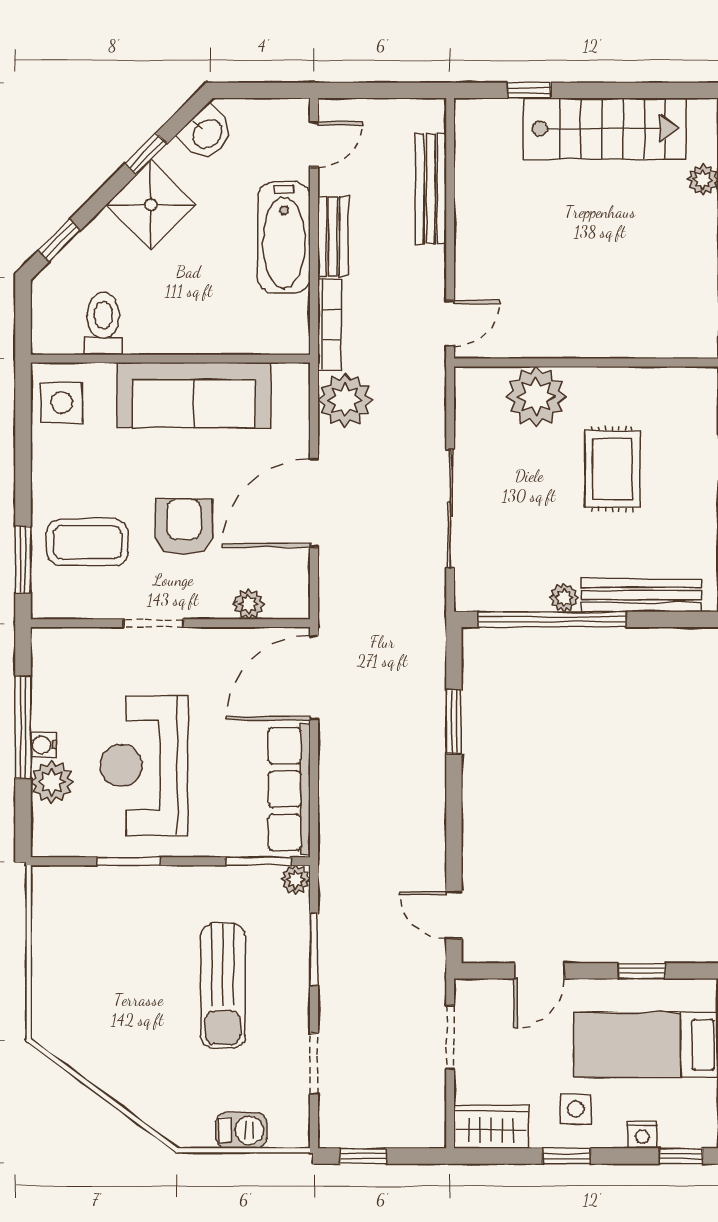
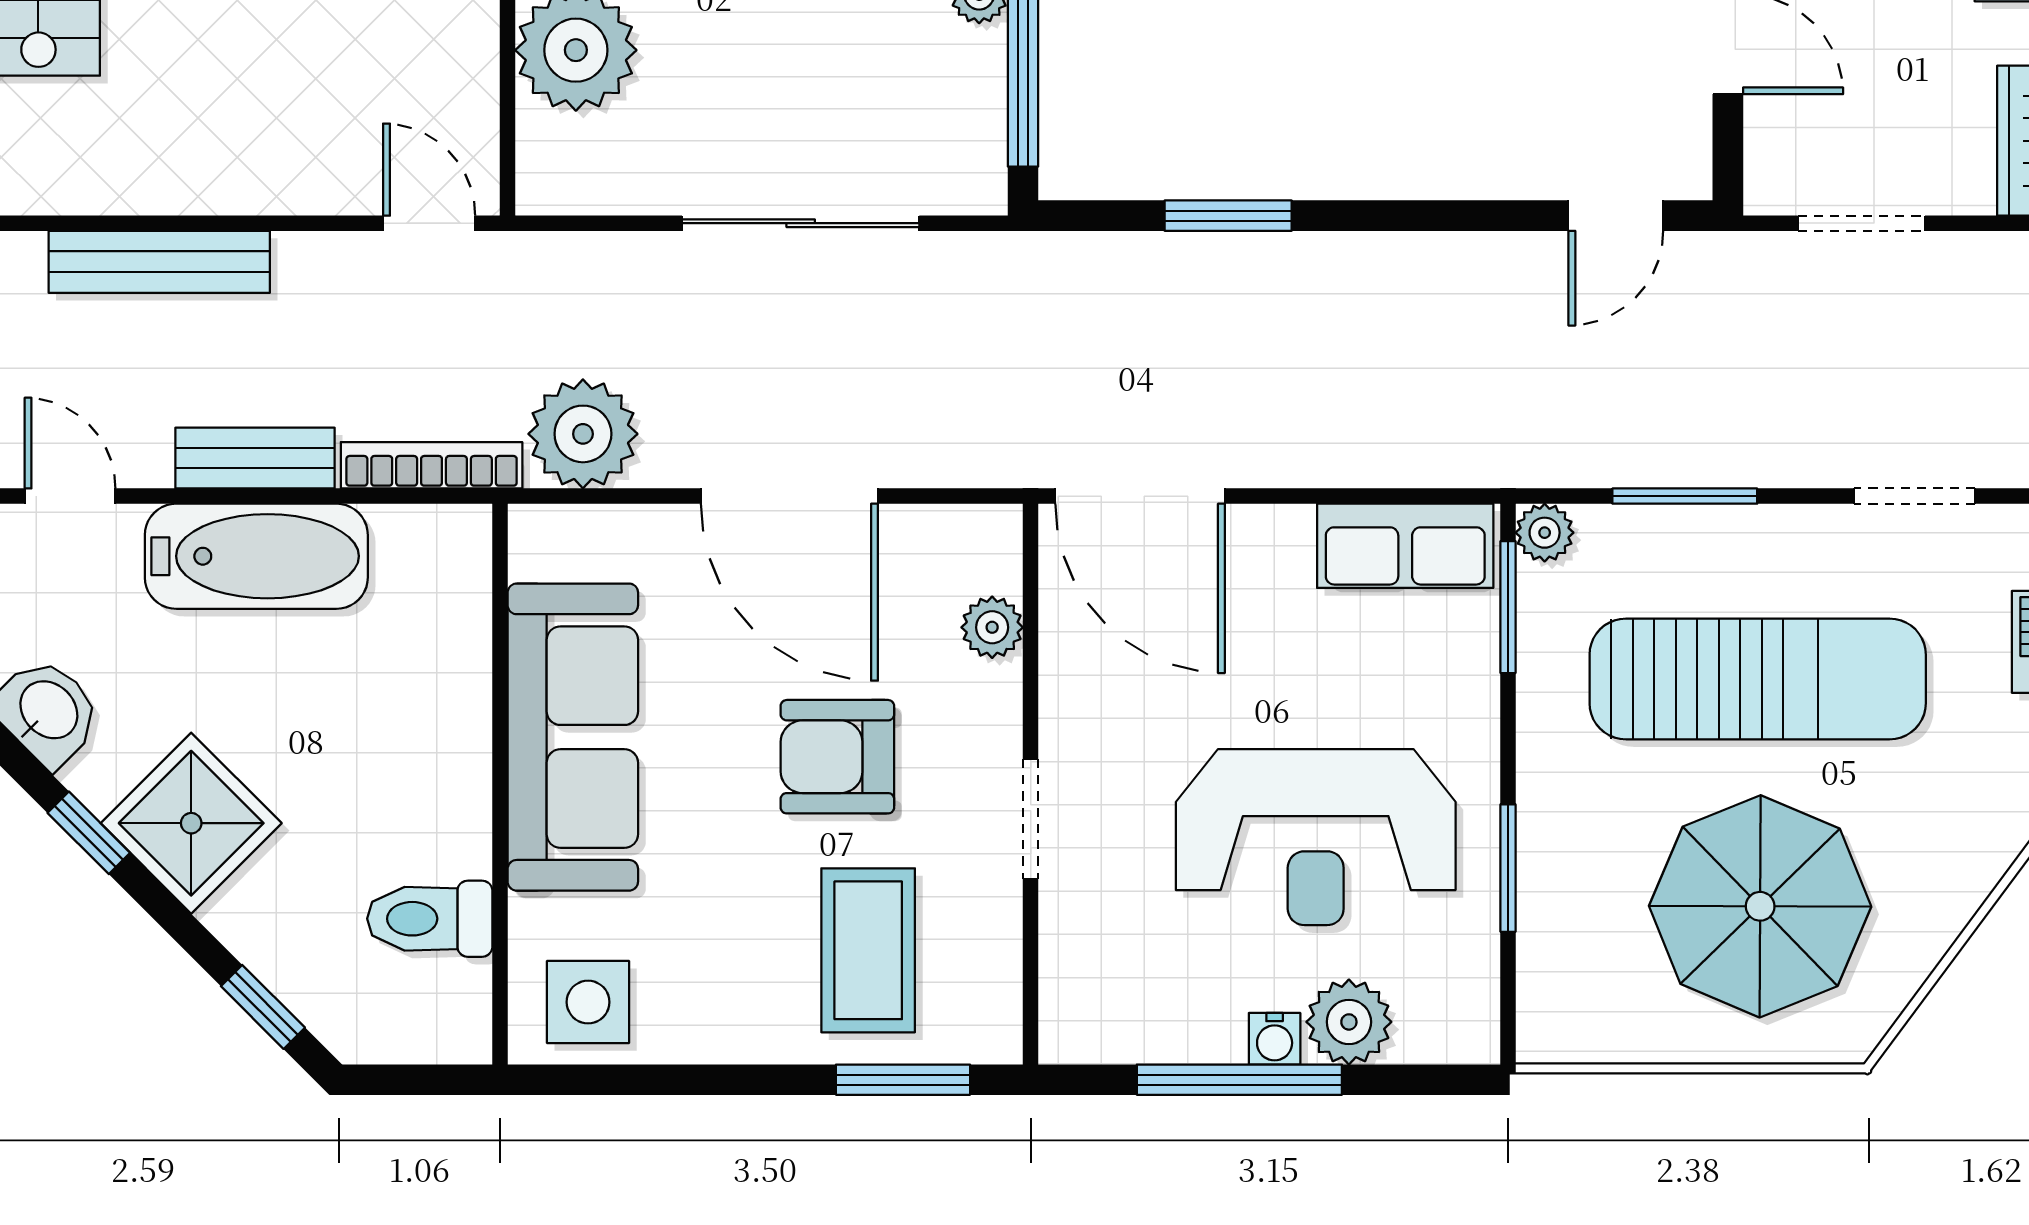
row of seats: (289, 789) -> (1405, 546), width x0.68
sun lounger: (223, 986) -> (1758, 679), width x1.36, depth x1.34
parasol: (109, 987) -> (1760, 906), added

